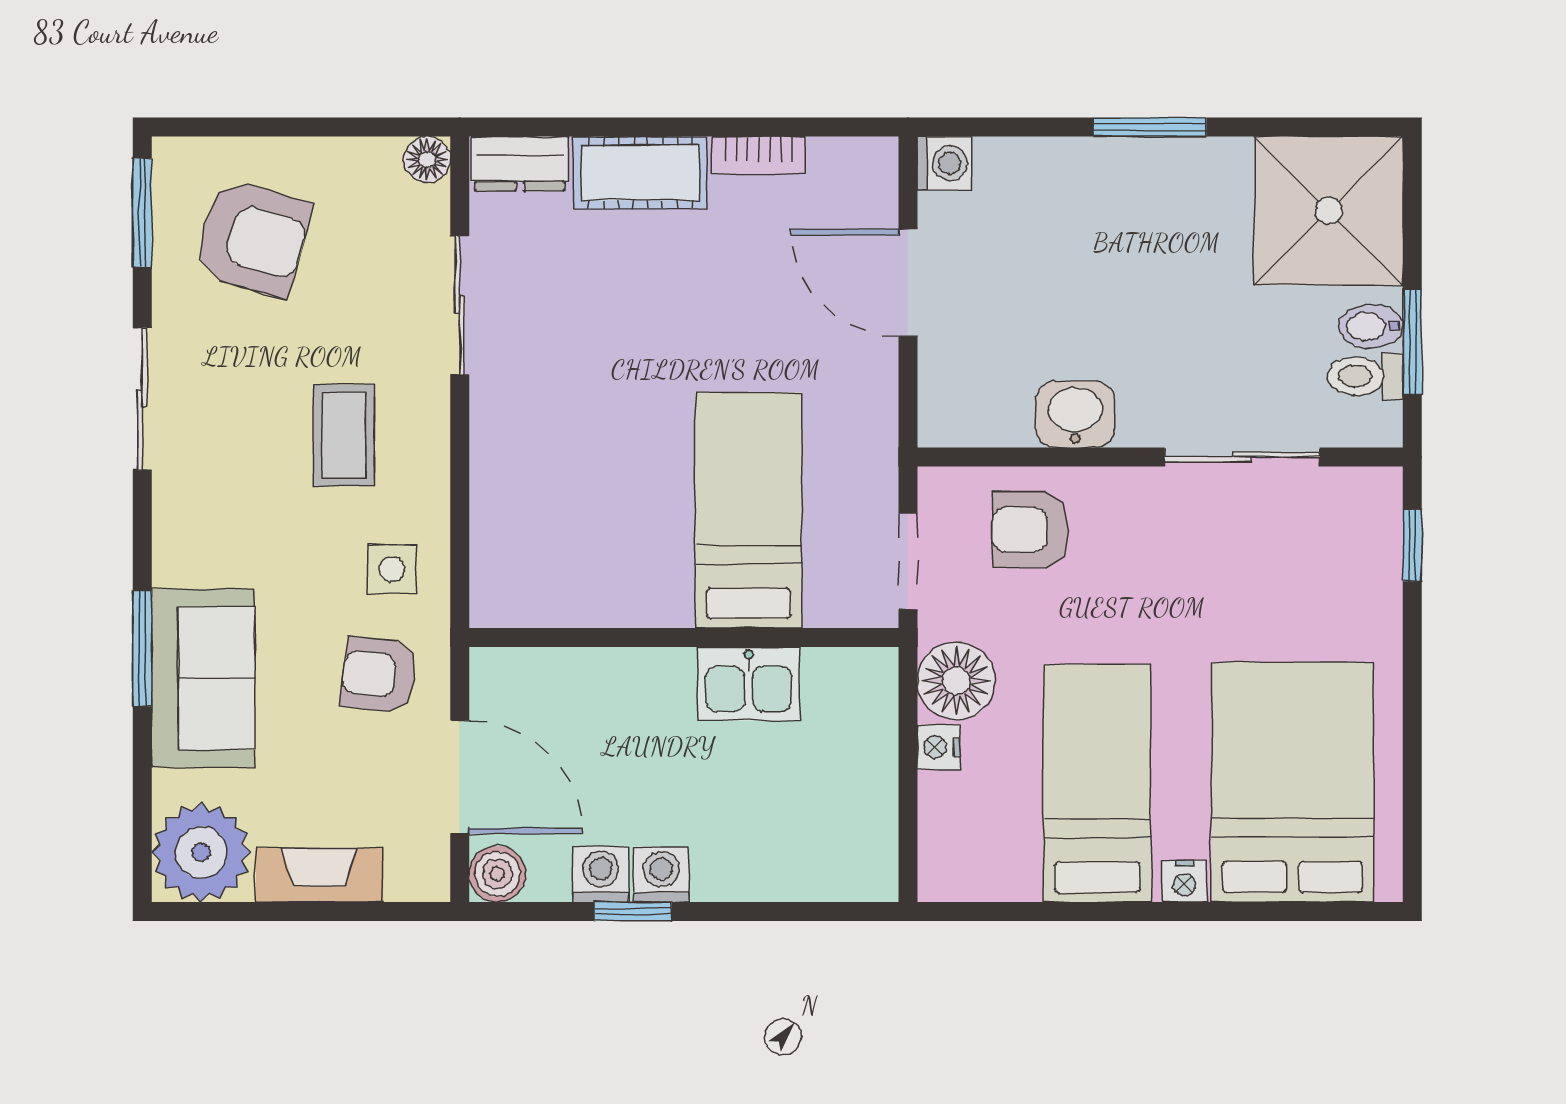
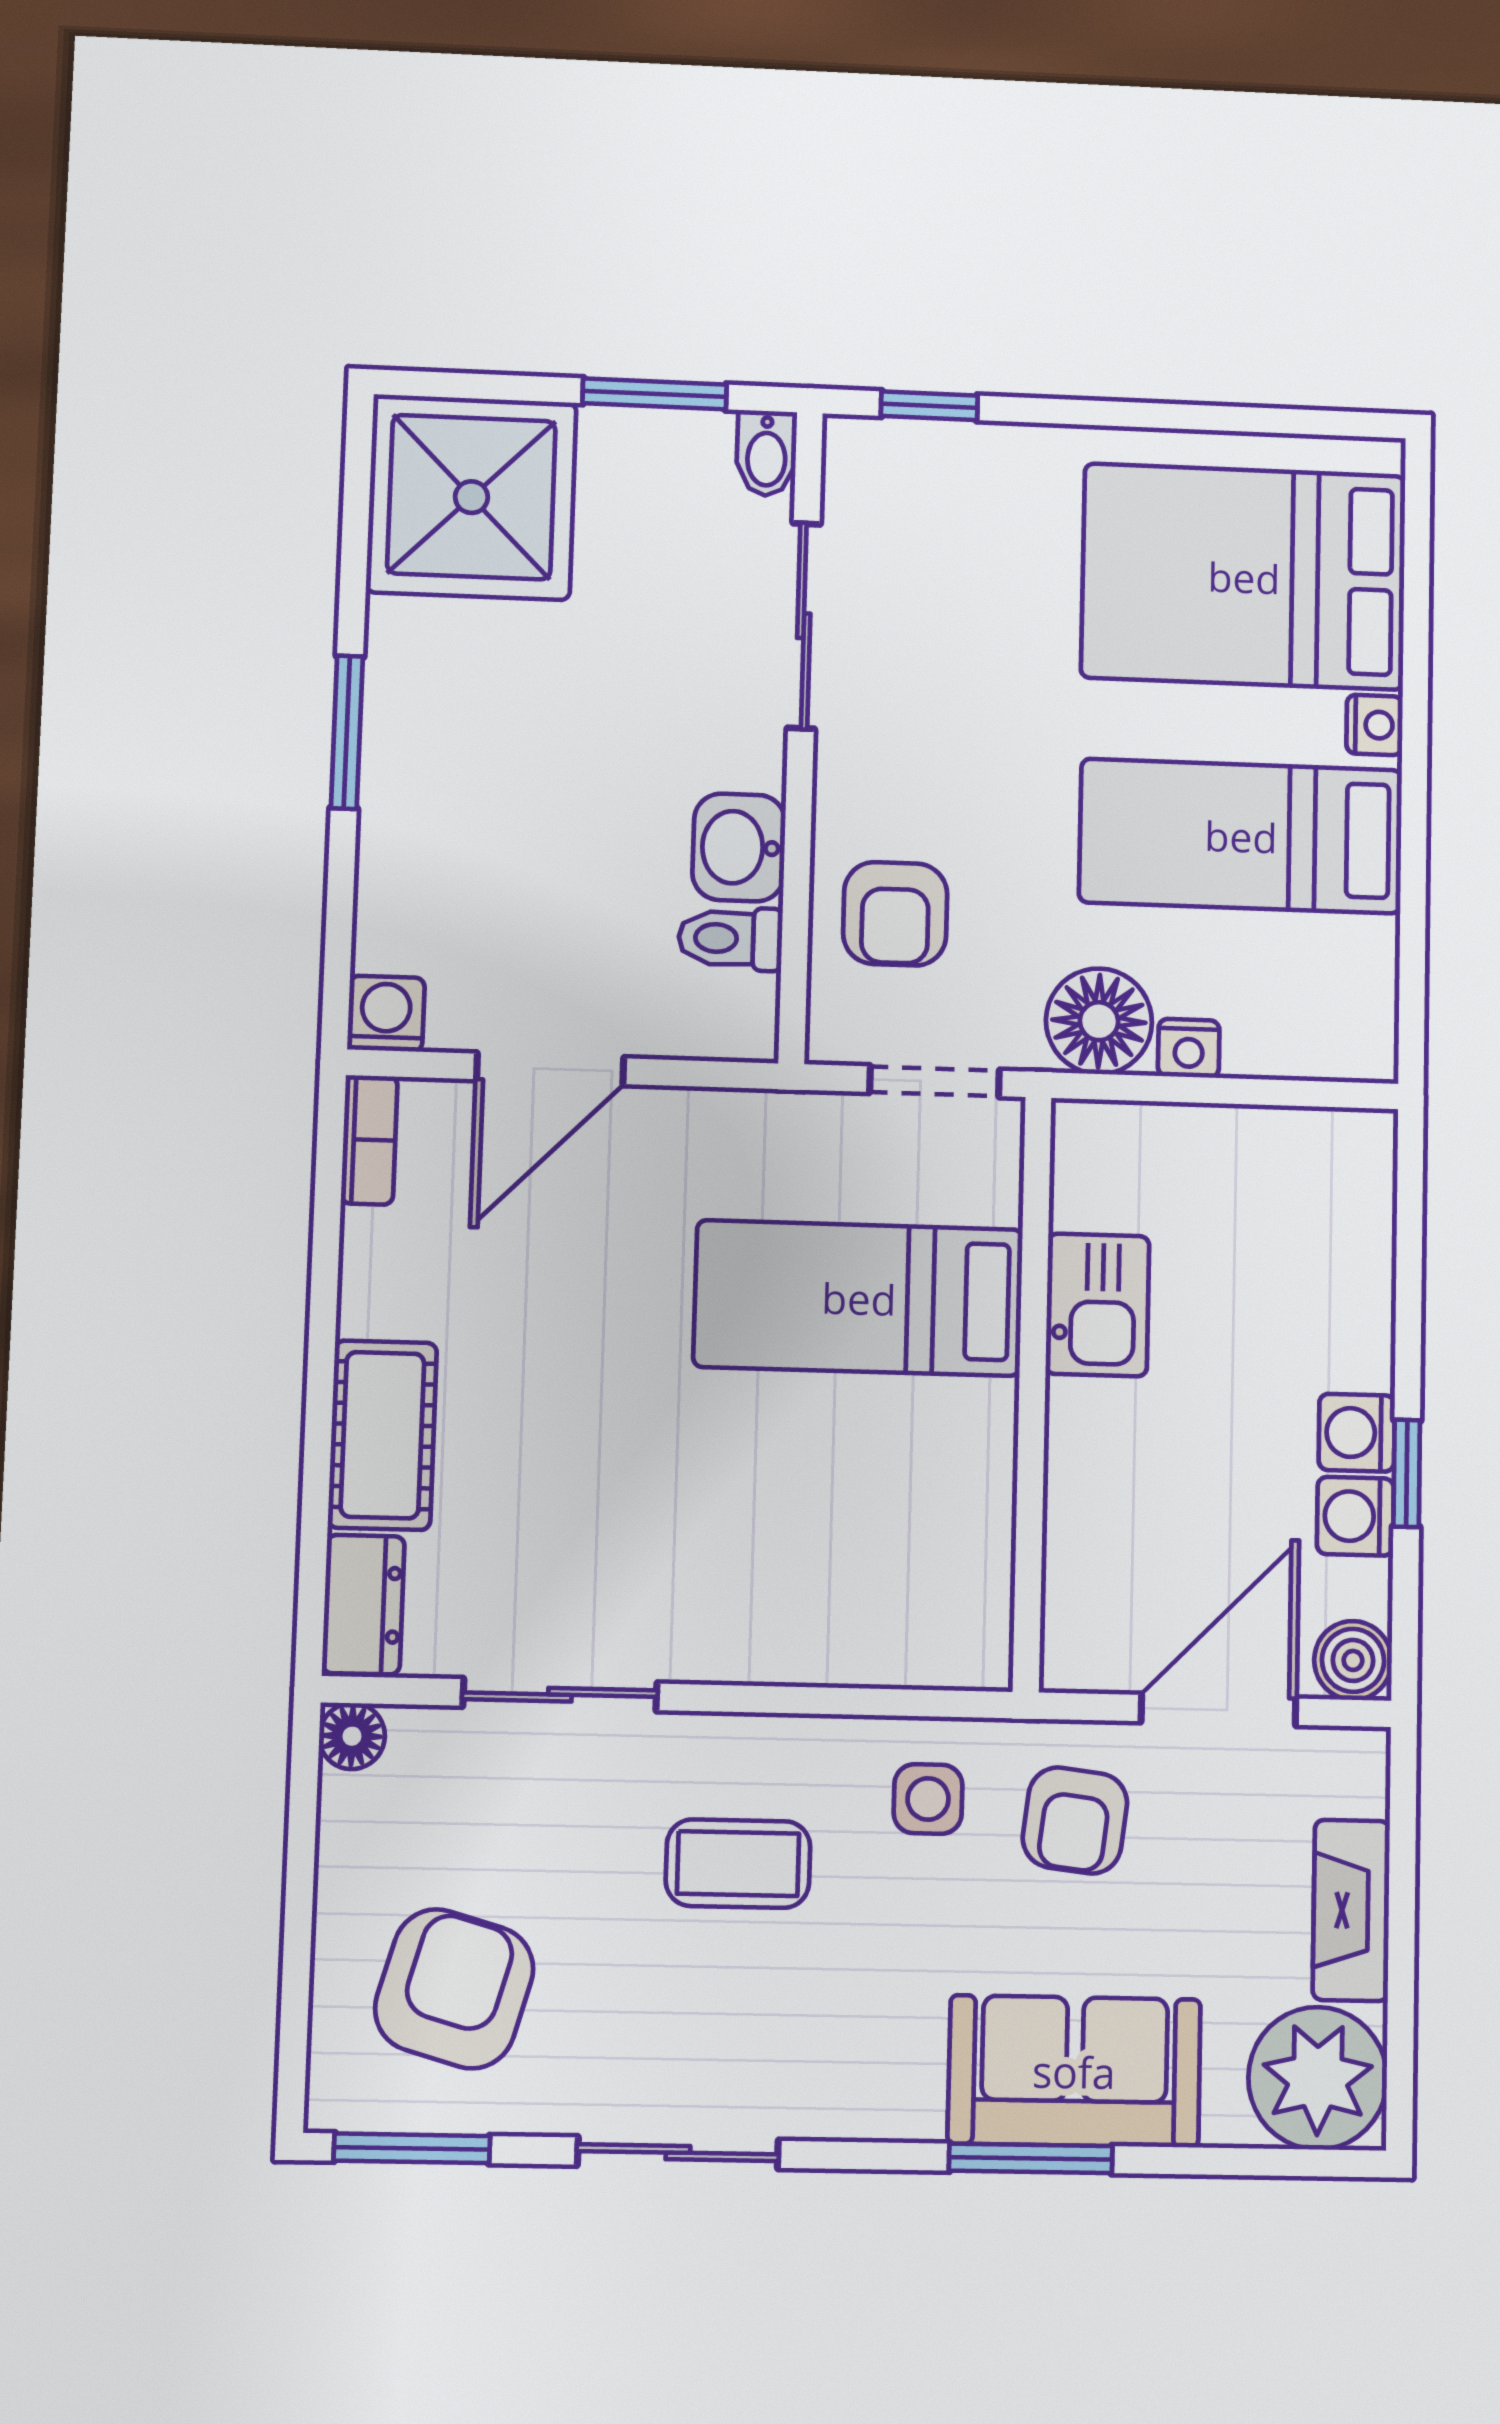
bookcase: (759, 155) -> (369, 1140), moved
bidet: (1371, 326) -> (766, 453), moved
toilet: (1365, 376) -> (730, 939), moved, turned 90

